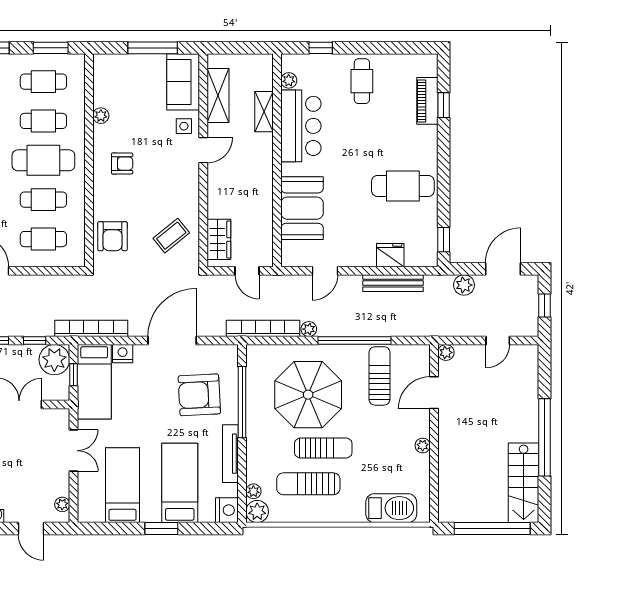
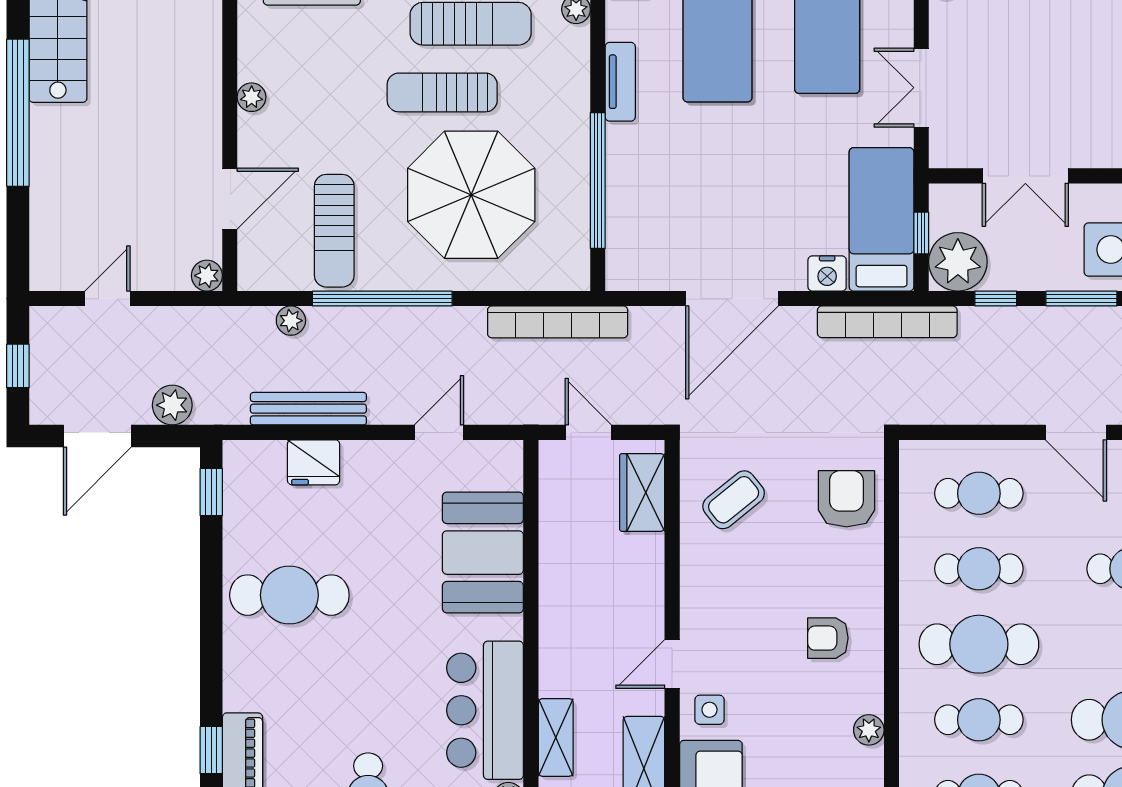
plant: (309, 329) -> (291, 321), moved
armchair: (199, 395) -> (680, 194), removed
tv unit: (230, 454) -> (620, 82), width x0.71

